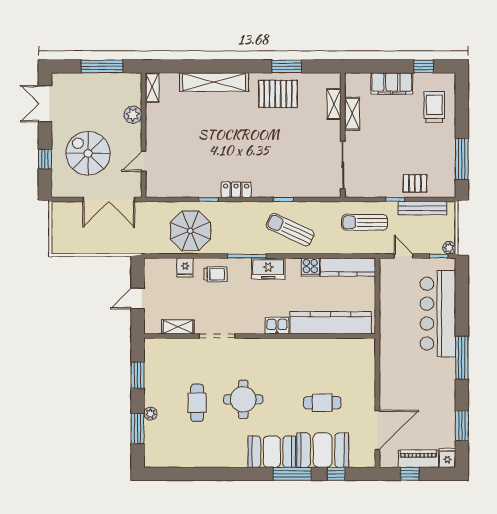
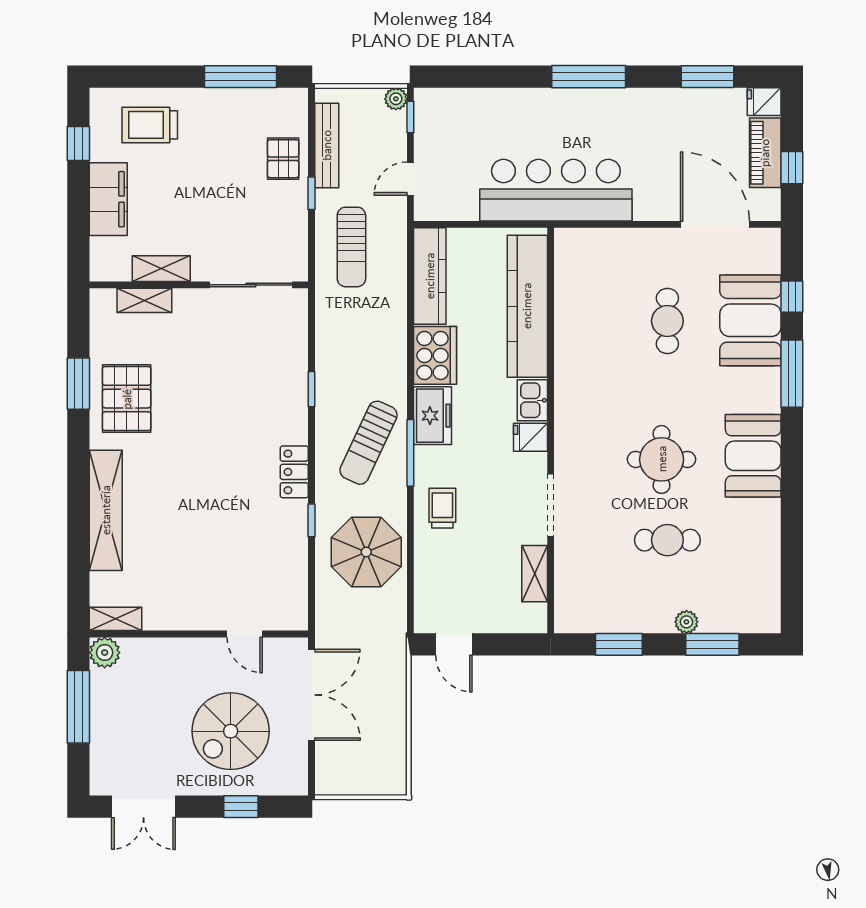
plant: (133, 115) -> (105, 653), moved
sun lounger: (290, 230) -> (369, 443), moved
cooker: (310, 267) -> (435, 355), width x1.87, depth x1.31
fridge: (185, 268) -> (530, 437), moved, turned 180
door: (138, 298) -> (454, 644), moved
bar counter: (438, 314) -> (556, 190), moved, turned 180
booth: (272, 452) -> (753, 456), moved

